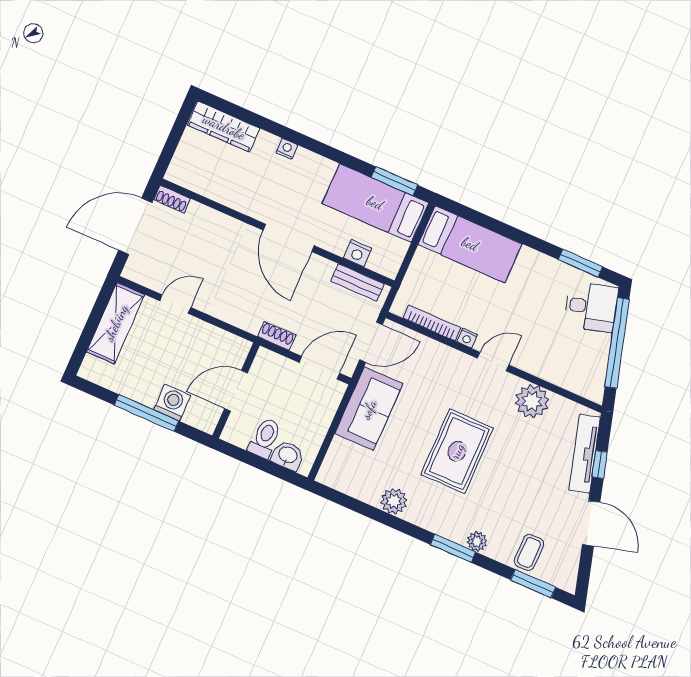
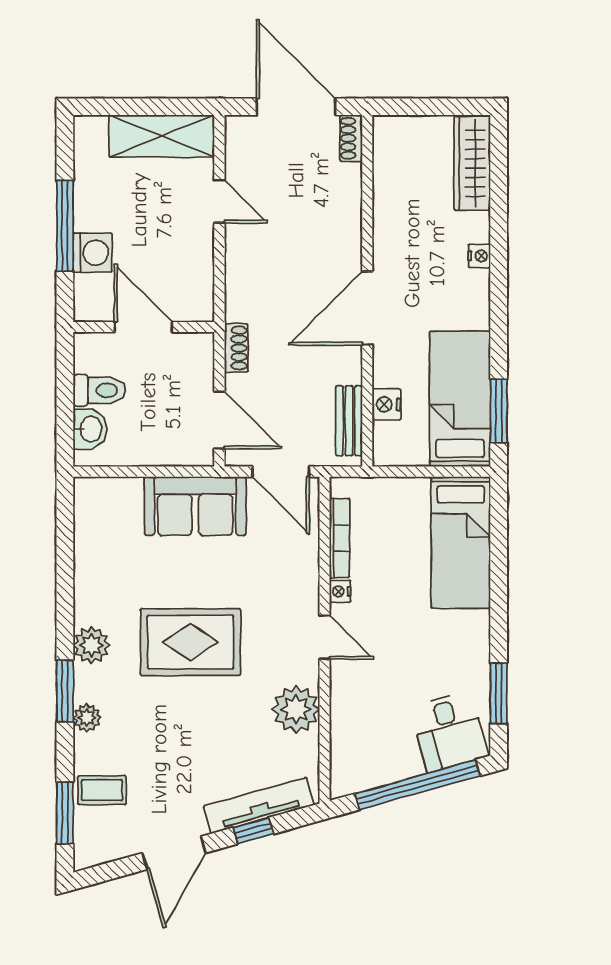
plant: (394, 501) -> (91, 645), moved

